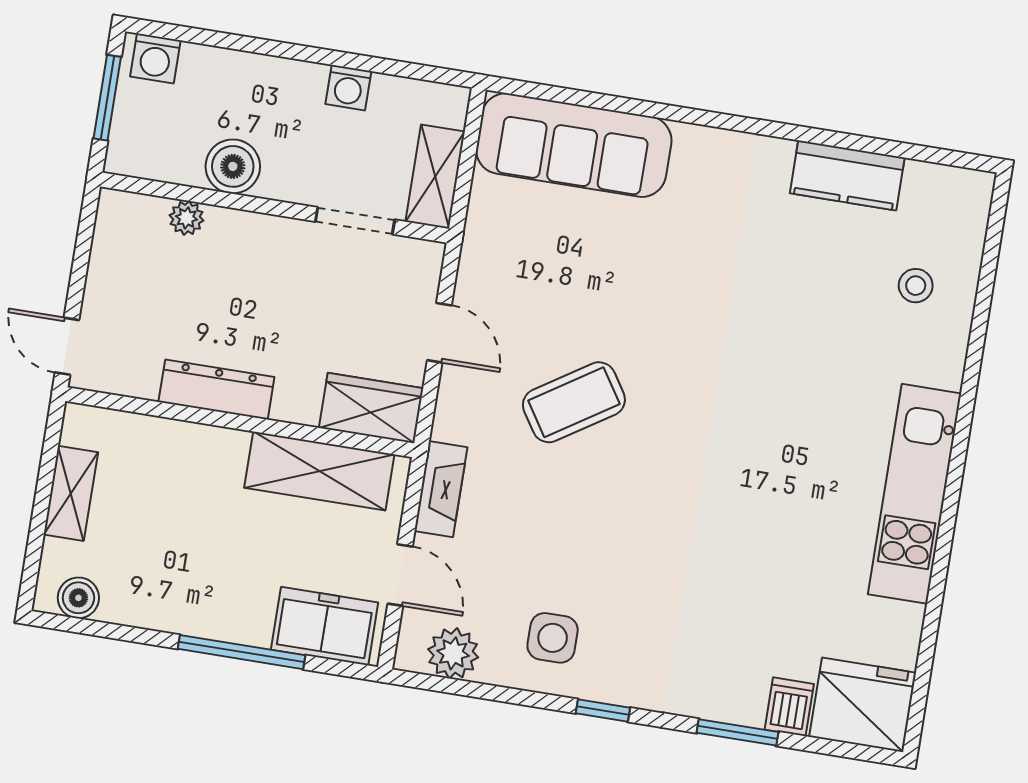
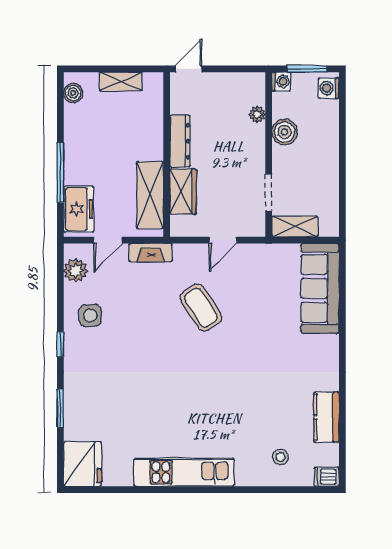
washing machine: (348, 88) -> (281, 81), moved, turned 180
wardrobe: (371, 408) -> (183, 192), moved
dishwasher: (789, 707) -> (327, 477), moved, turned 180

